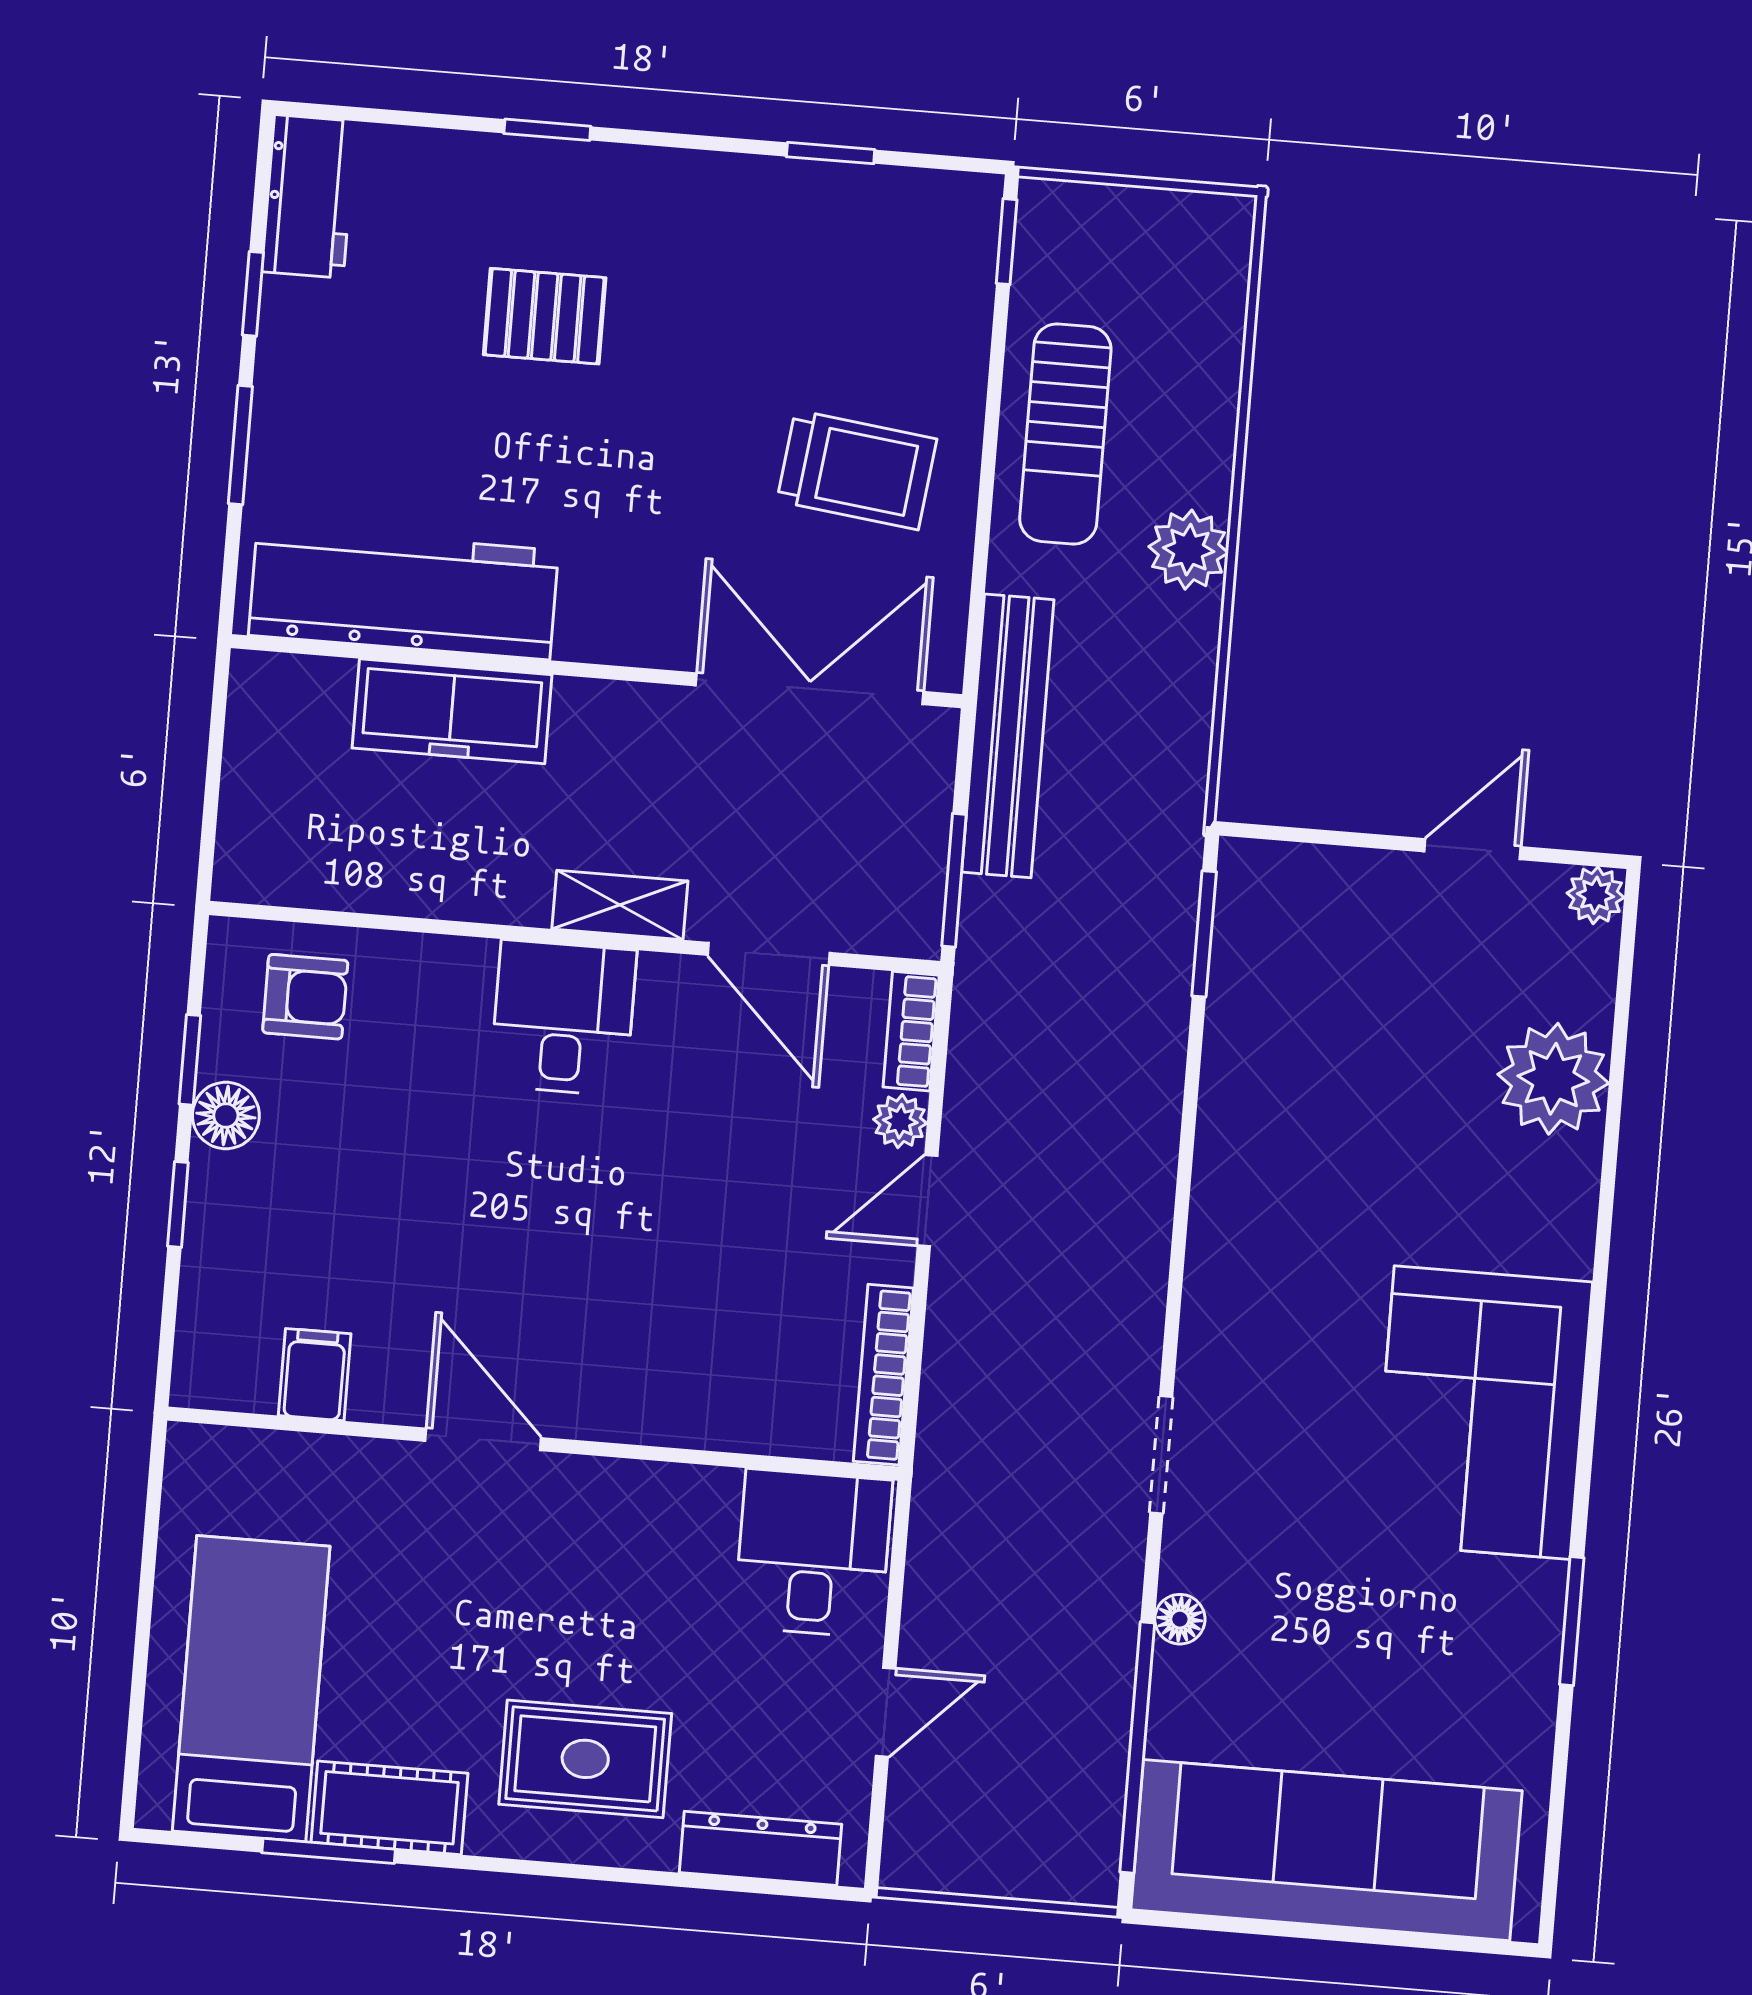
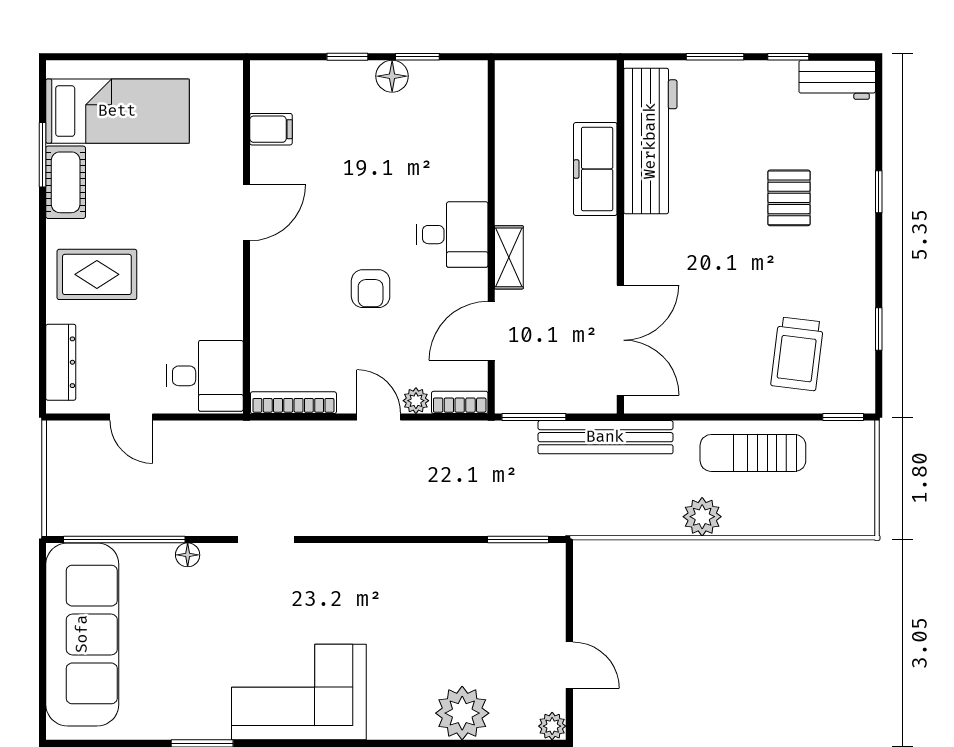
trolley: (857, 470) -> (797, 354), moved
armchair: (305, 997) -> (371, 289), moved
rug: (585, 1759) -> (97, 274), turned 90

